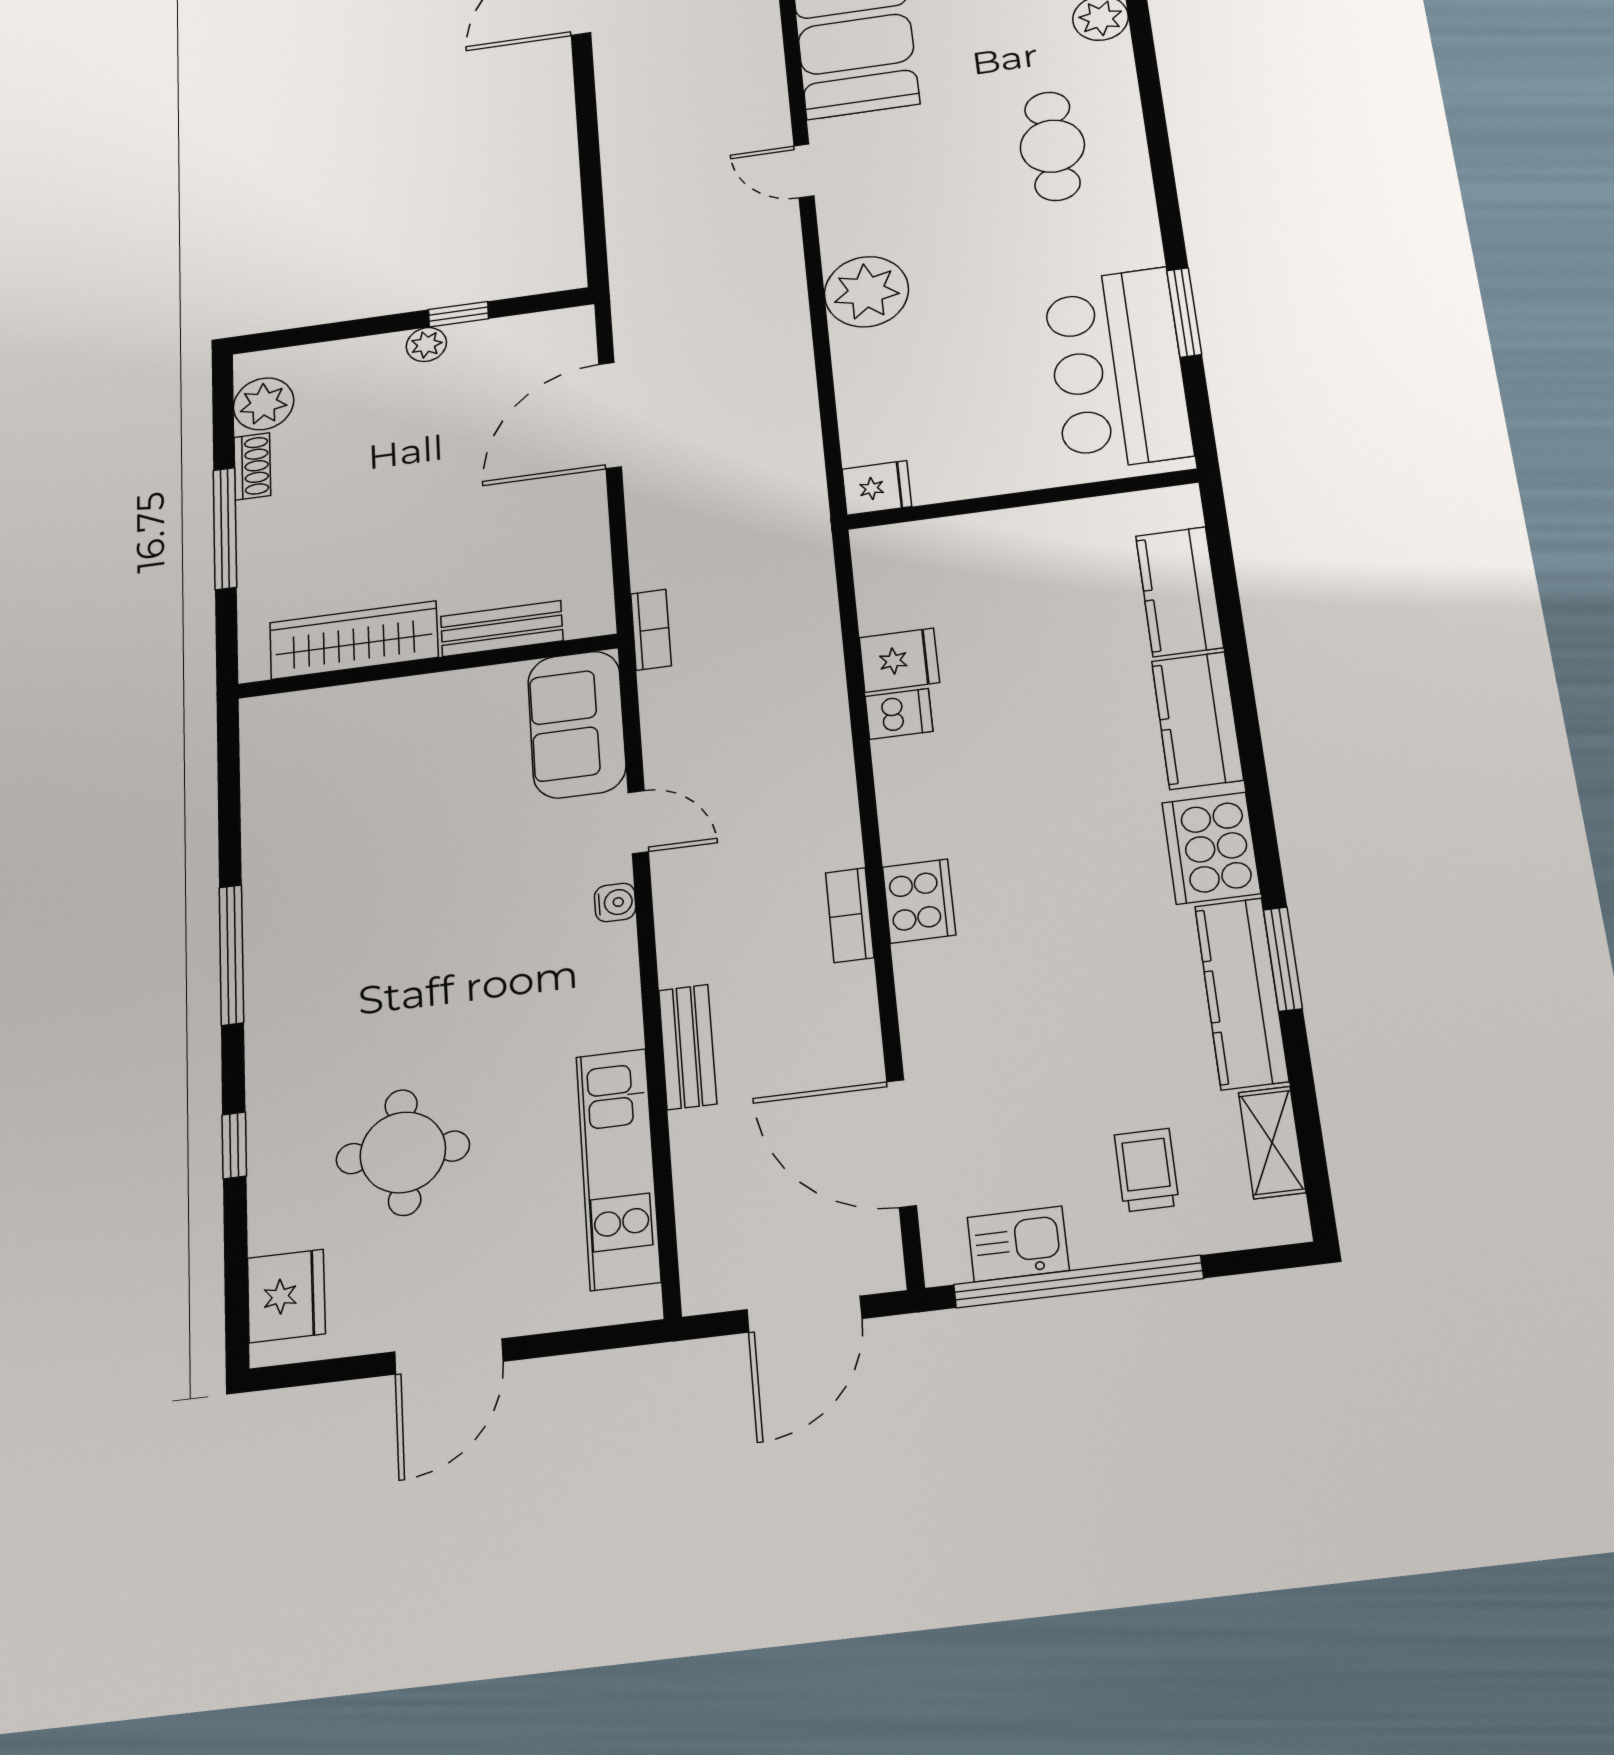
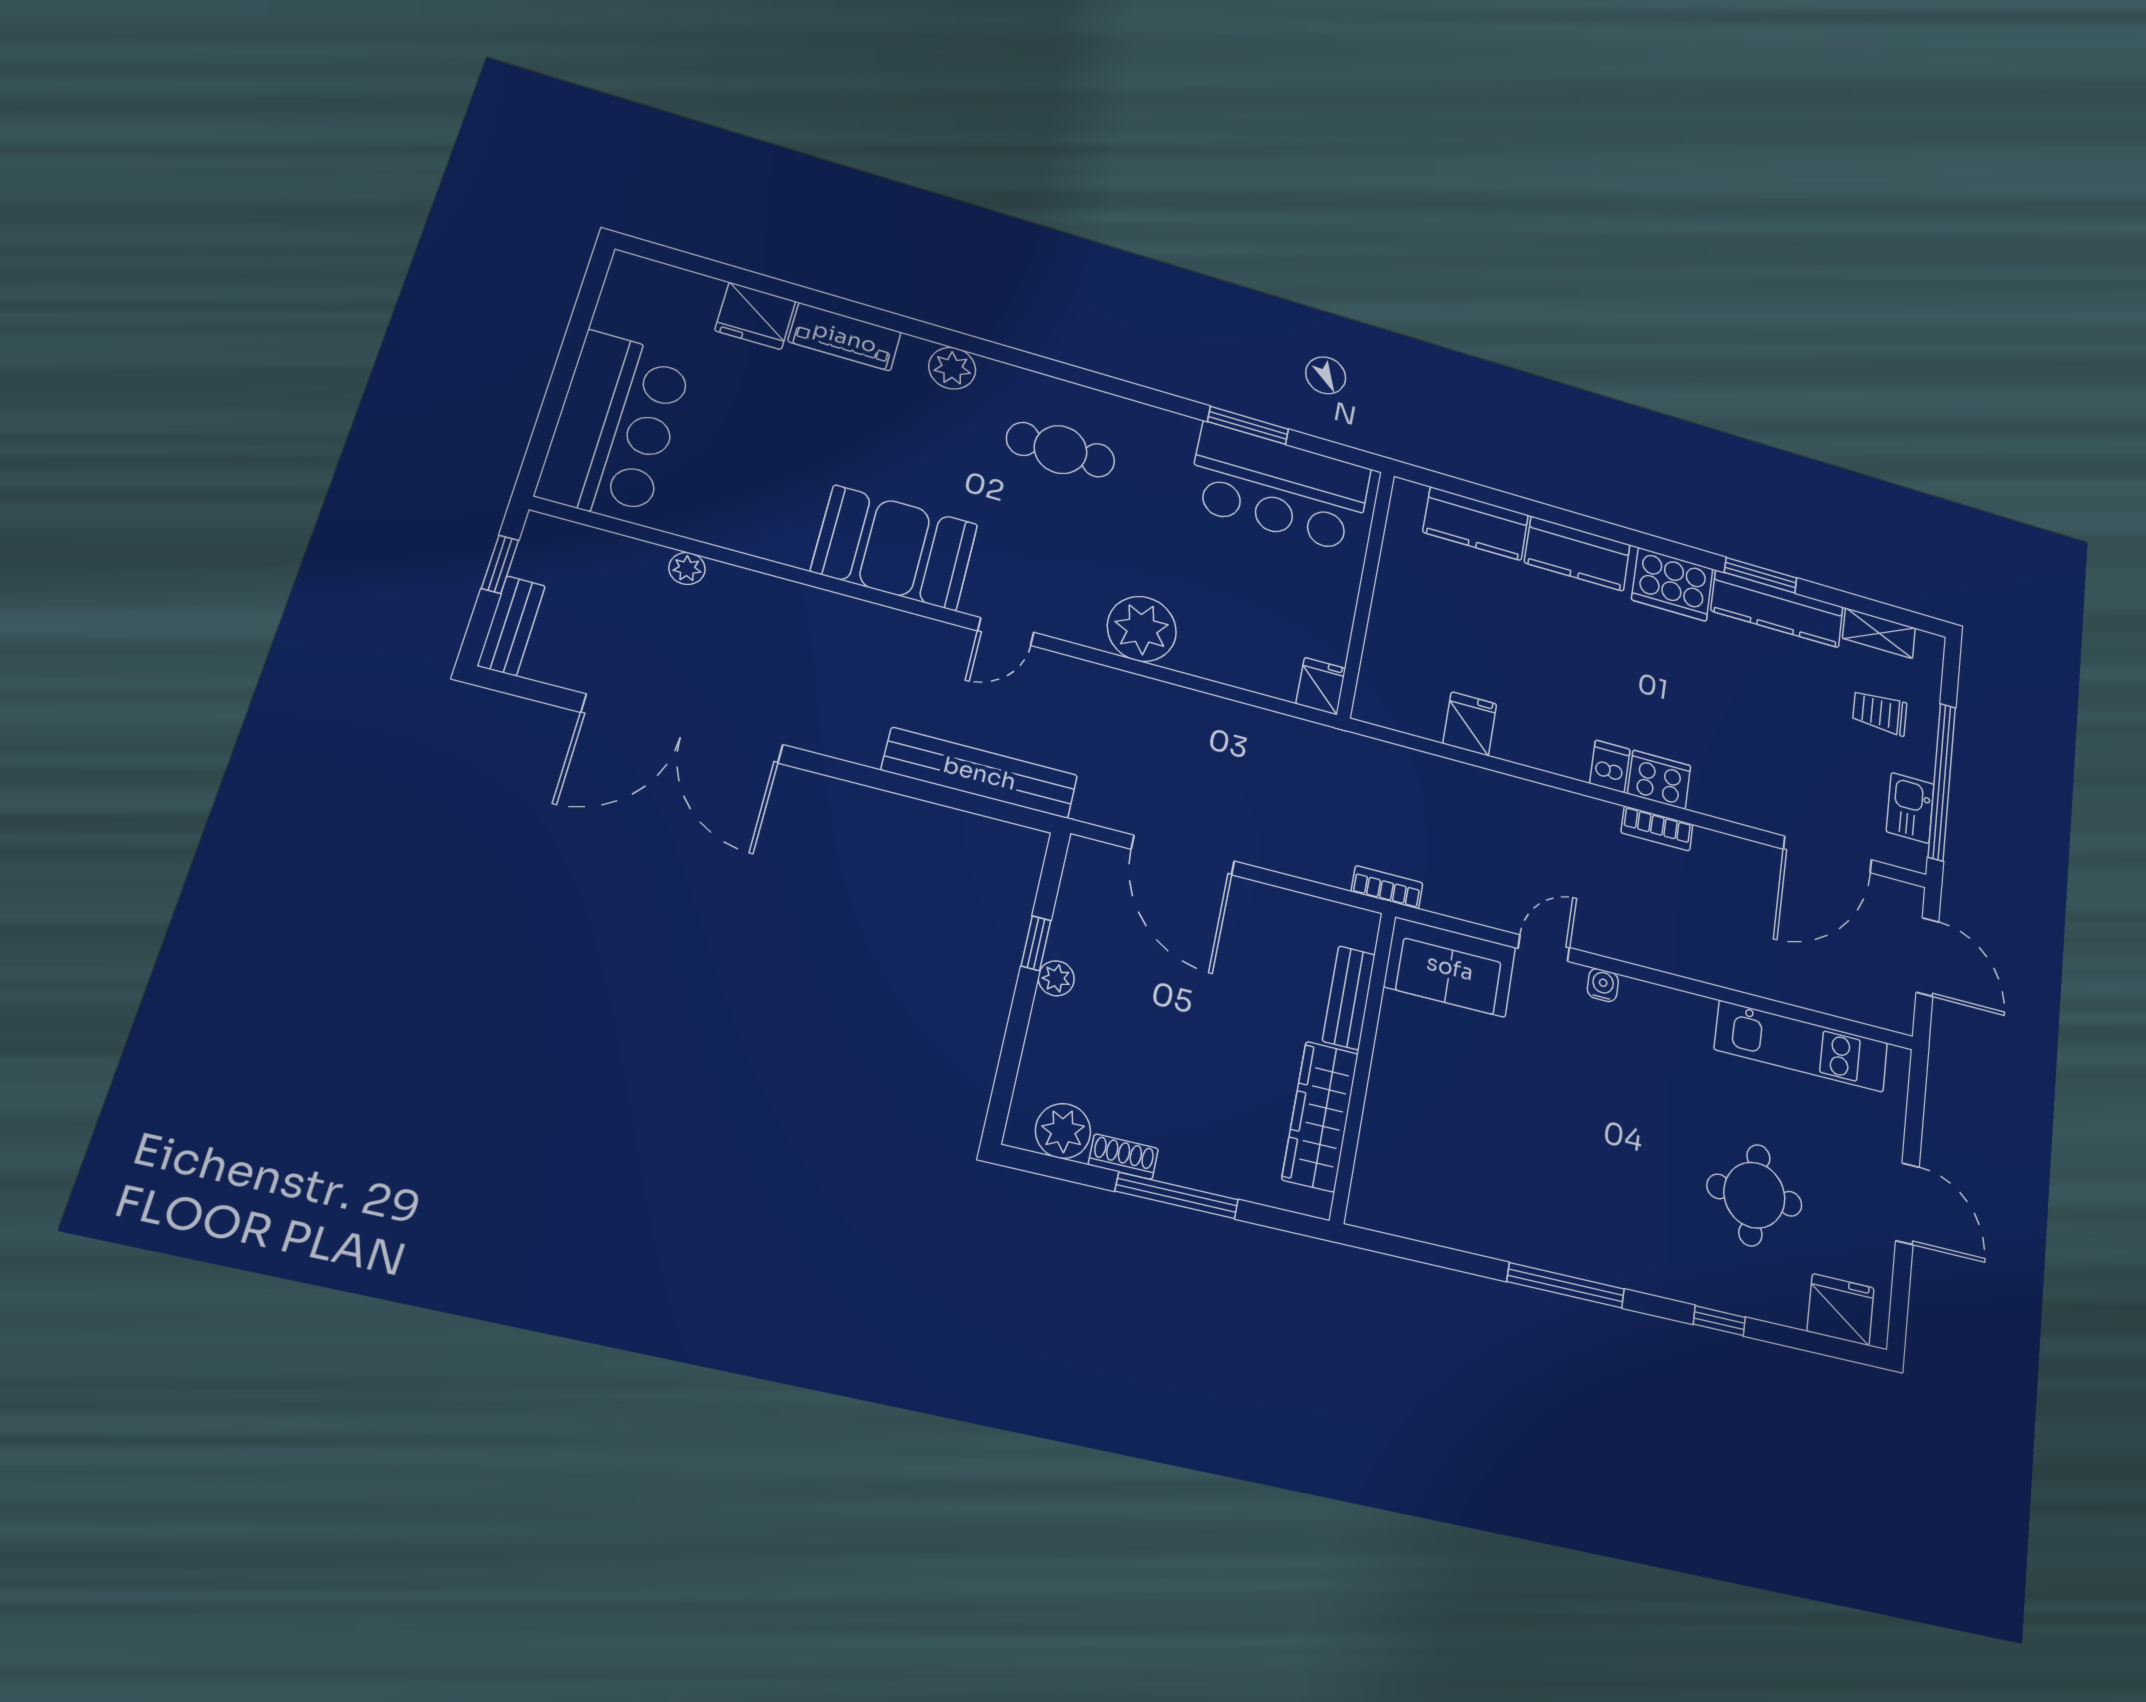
dishwasher: (899, 714) -> (1610, 766), moved
bench: (688, 1047) -> (980, 773), moved, width x1.86, depth x1.21

